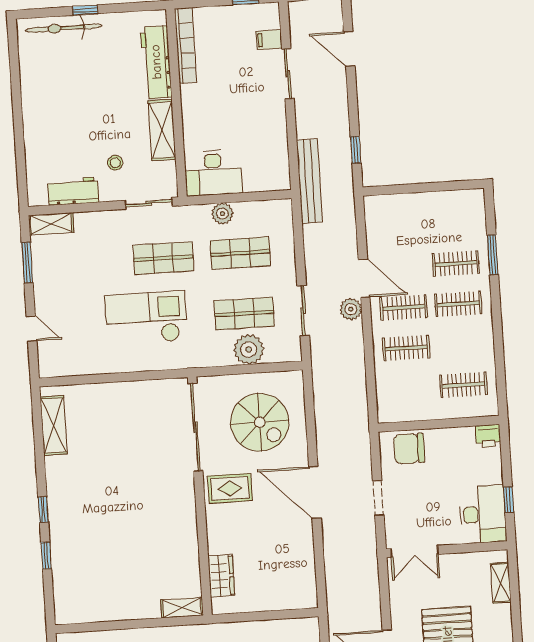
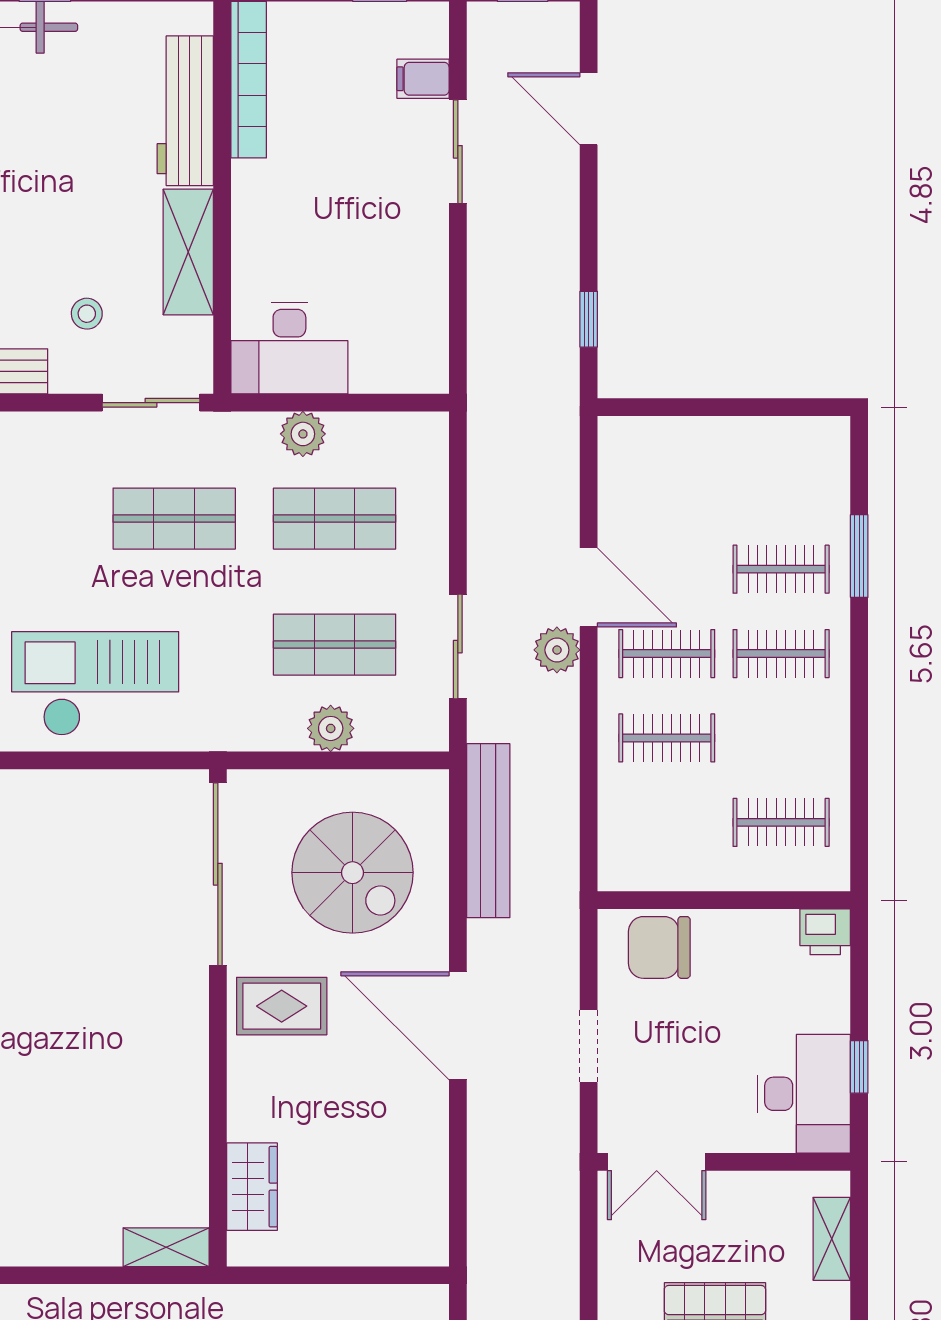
bench: (309, 181) -> (488, 831), moved
checkout: (146, 318) -> (95, 684), moved
plant: (249, 350) -> (331, 728), width x0.73, depth x0.73

